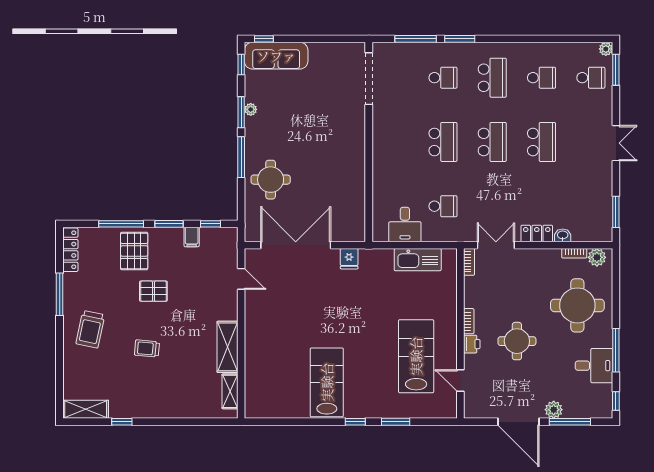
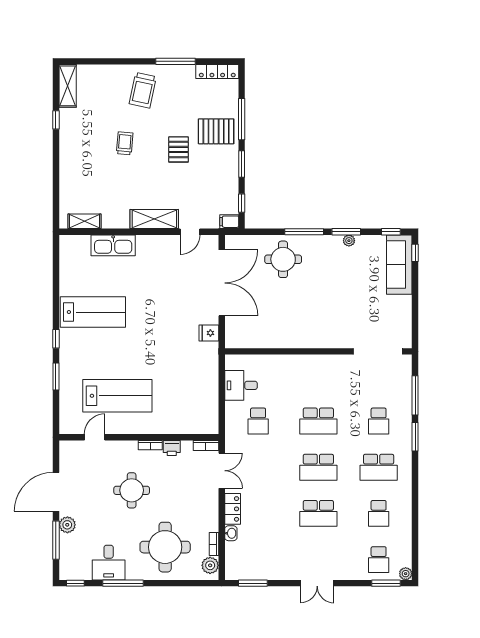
filing cabinet: (192, 237) -> (229, 222), moved
kitchen sink: (418, 260) -> (113, 245), moved, turned -90
trolley: (90, 329) -> (143, 90), turned -90
printer: (472, 344) -> (172, 448), moved
shelving: (228, 347) -> (154, 219), moved

